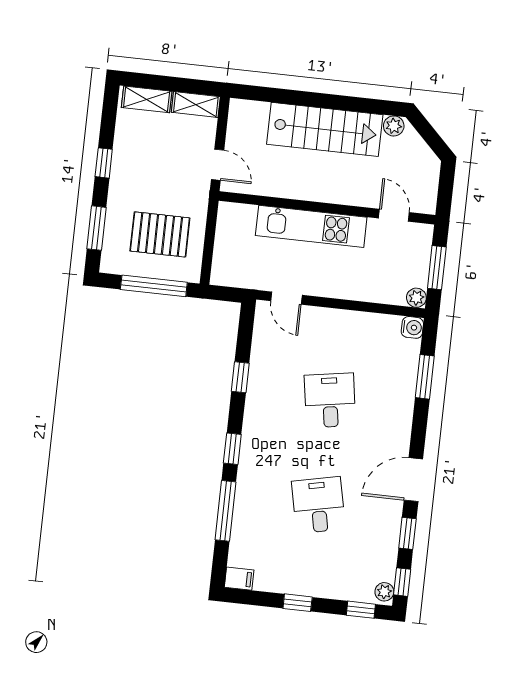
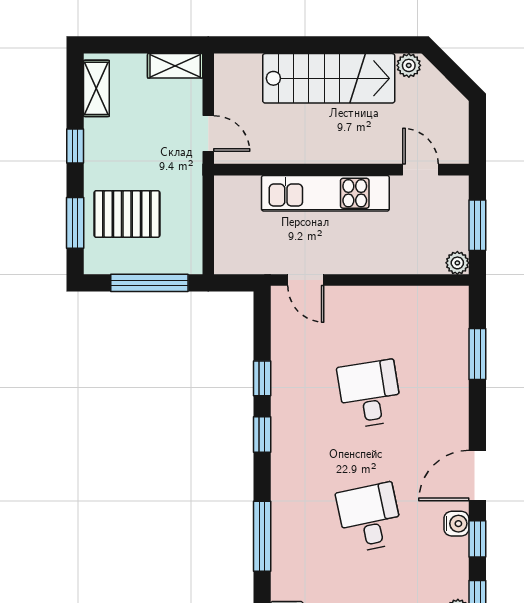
shelving: (147, 99) -> (96, 88), moved, turned 90
pallet: (160, 234) -> (127, 214), moved
water cooler: (412, 327) -> (456, 524), moved
window: (232, 449) -> (262, 434), moved

